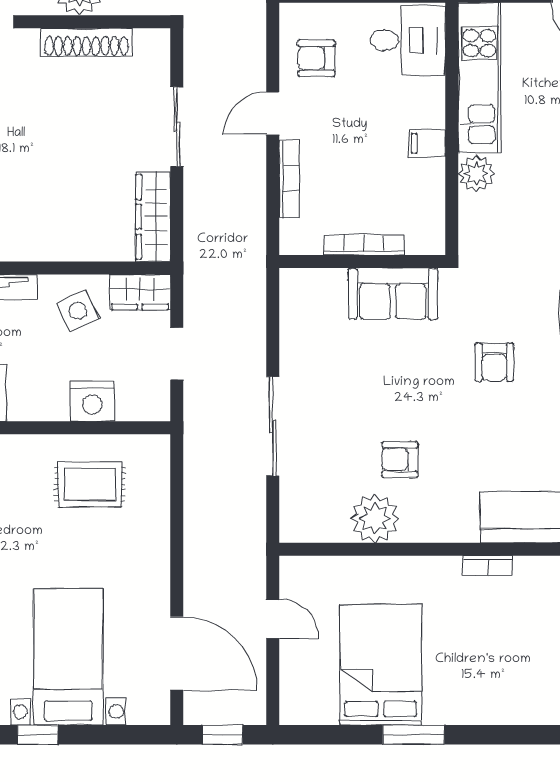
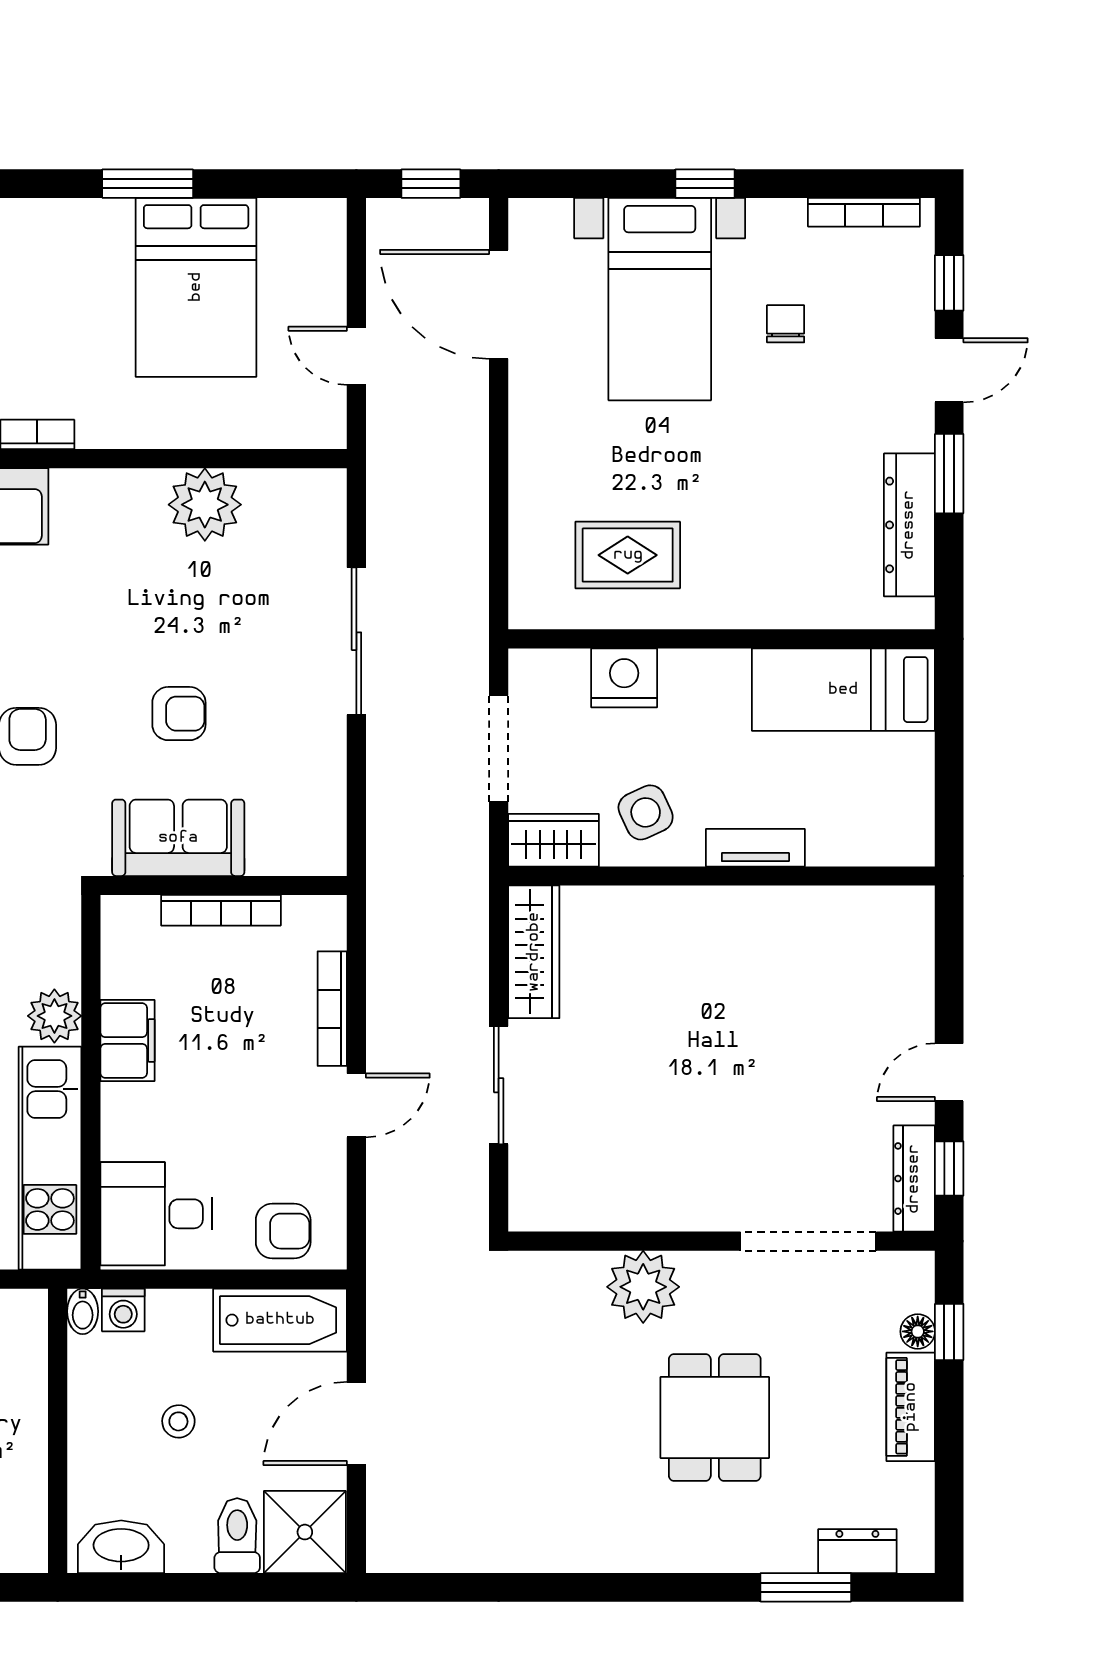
shoe rack: (86, 42) -> (633, 1211), removed
armchair: (316, 58) -> (283, 1231), moved
filing cabinet: (427, 143) -> (127, 1041), width x2.00
doorway: (177, 354) -> (499, 749), width x1.38
armchair: (400, 460) -> (179, 714), moved

